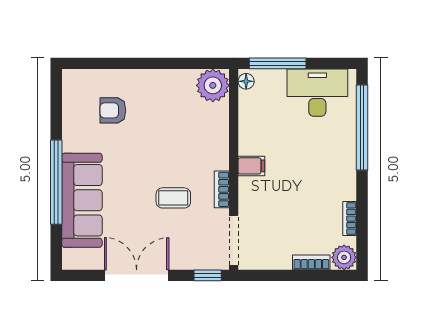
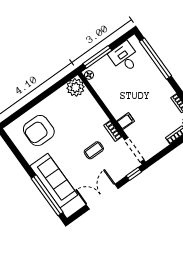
desk: (317, 93) -> (124, 57), width x0.73
armchair: (113, 110) -> (39, 131), width x1.88, depth x1.88
filing cabinet: (251, 166) -> (126, 121), moved
window: (56, 182) -> (47, 195), moved

